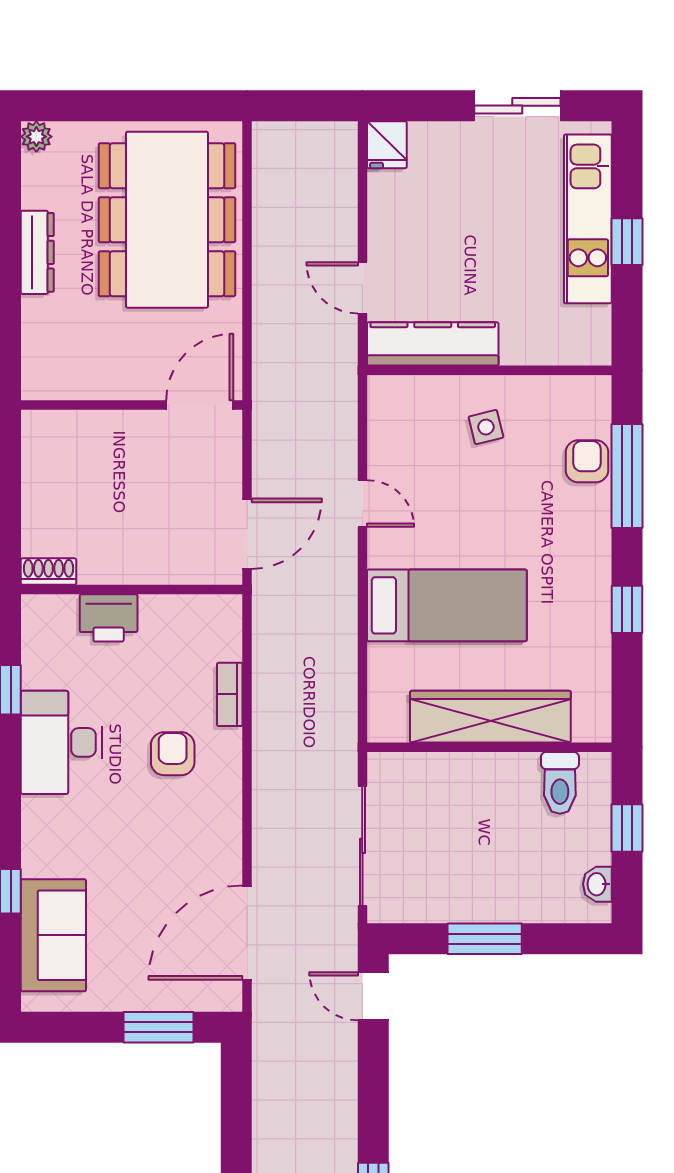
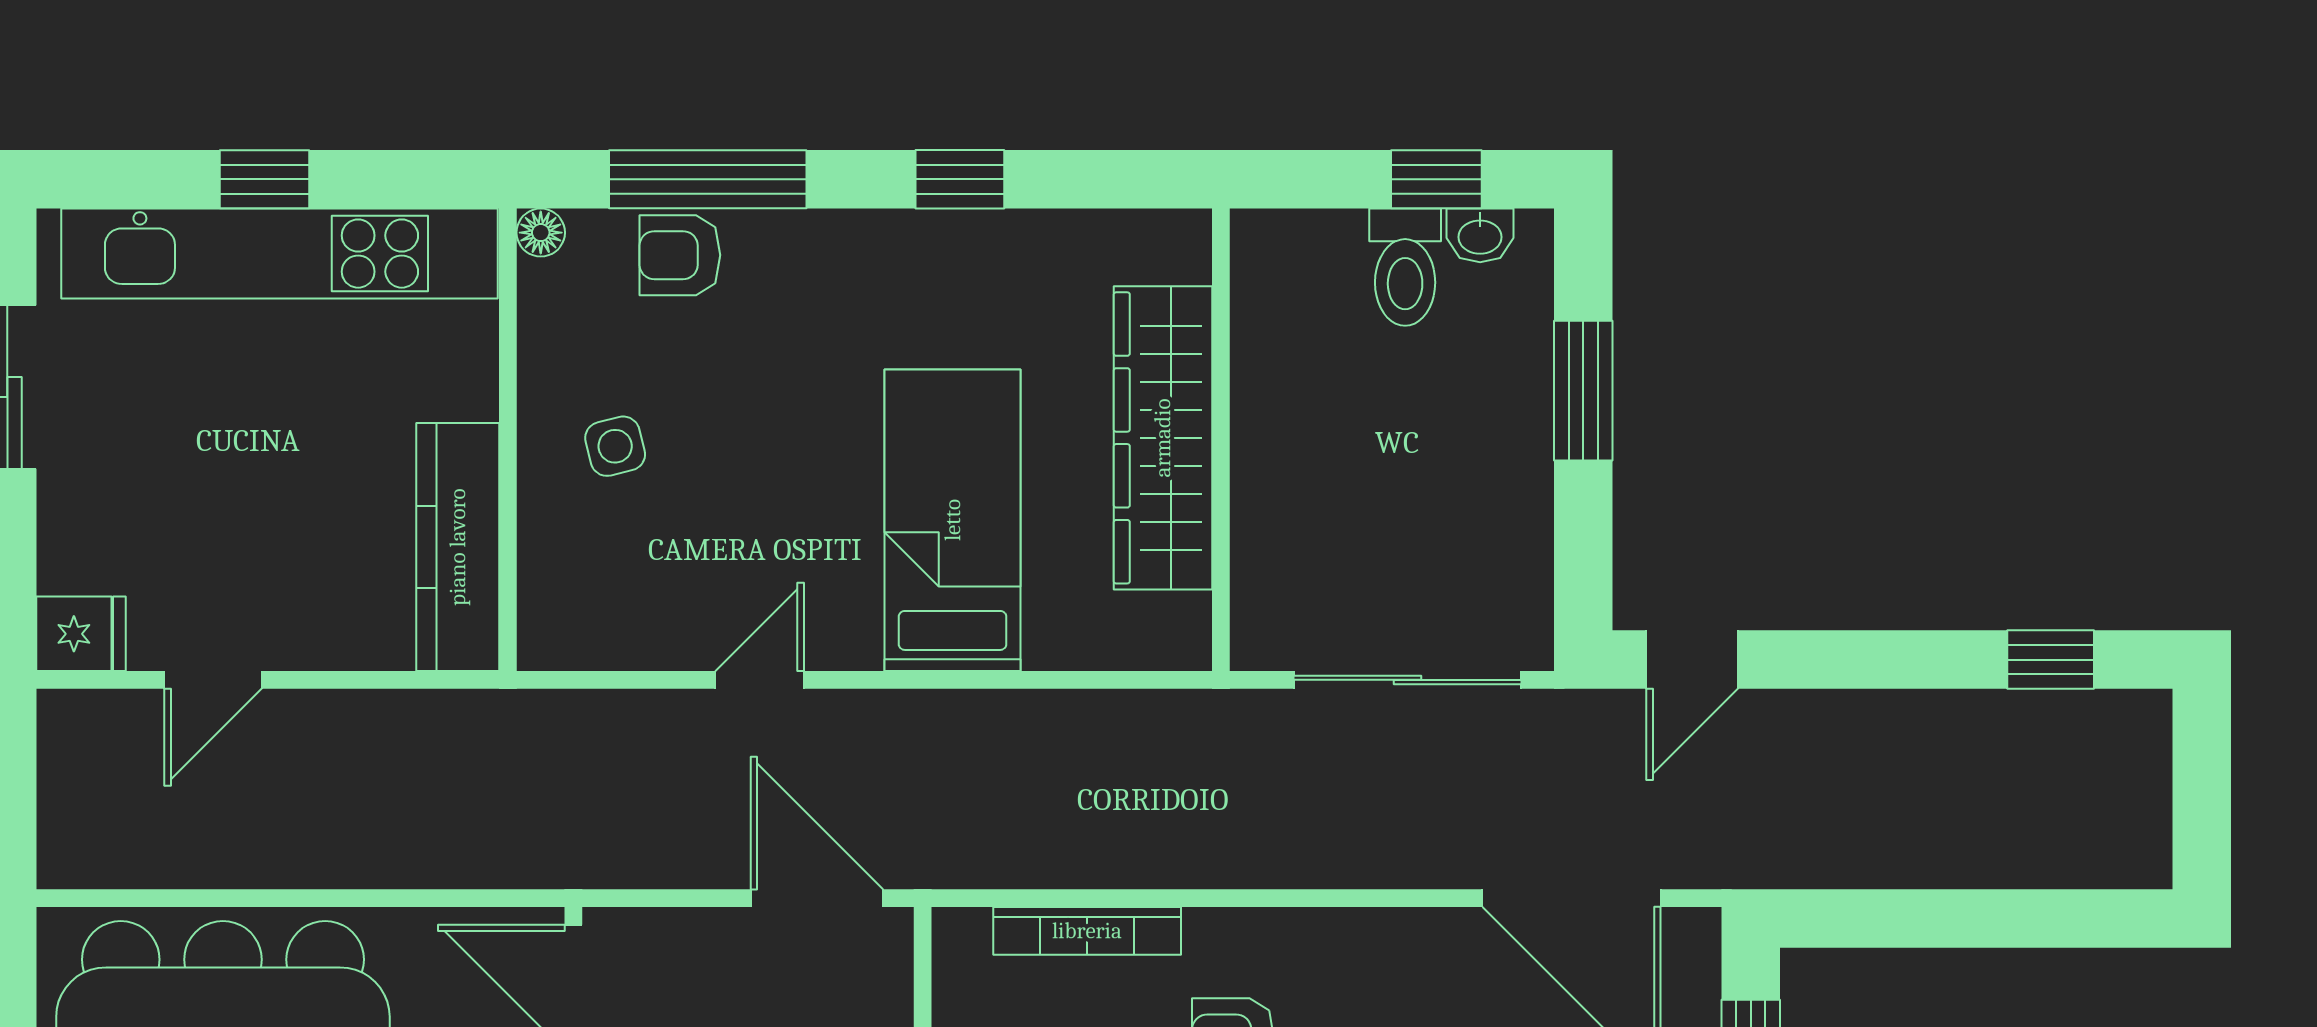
kitchen unit: (588, 219) -> (280, 254), width x1.36
door: (362, 288) -> (213, 680), moved
floor lamp: (599, 388) -> (541, 233), added
bookcase: (230, 694) -> (1087, 931), width x1.56
toilet: (560, 783) -> (1405, 267), moved, turned 90
window: (627, 828) -> (1436, 179), moved
window: (485, 939) -> (1583, 391), moved

